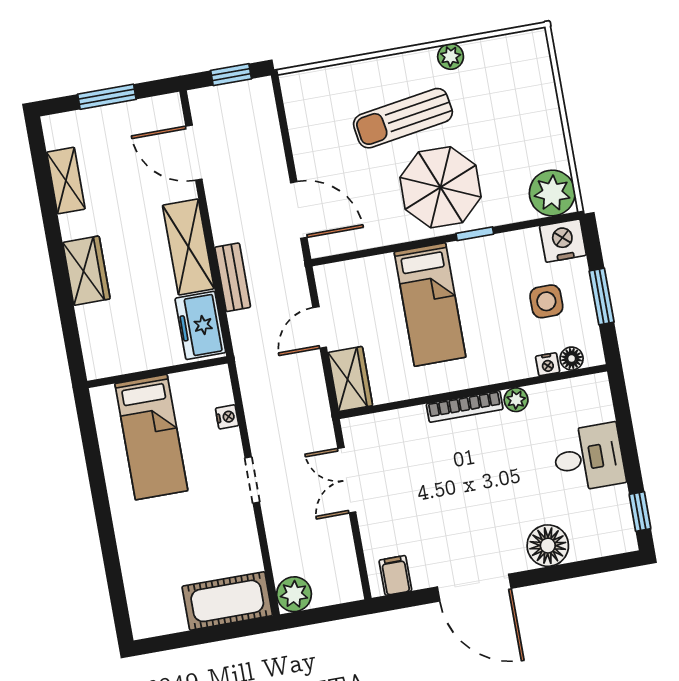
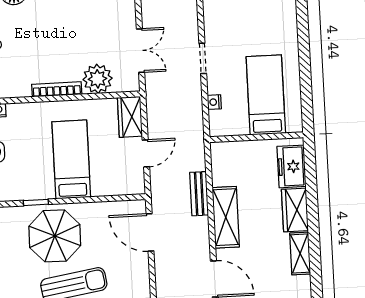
shelving: (66, 181) -> (300, 253), moved
freezer: (200, 325) -> (291, 166), moved, turned 180
plant: (516, 400) -> (98, 79), moved, width x1.88, depth x1.88

